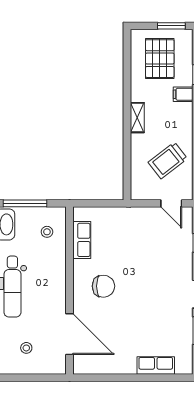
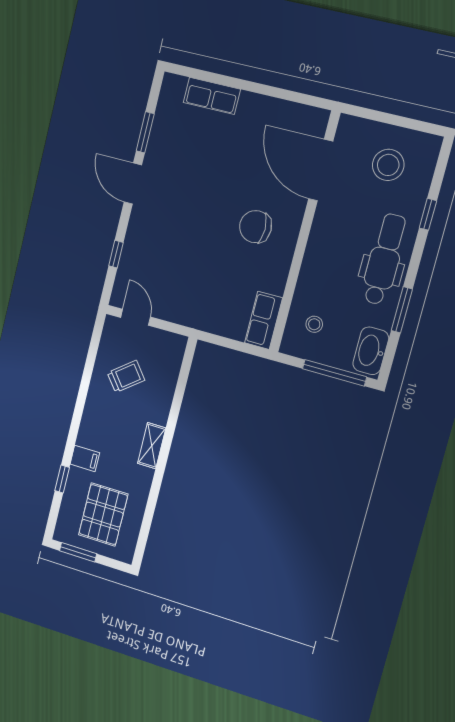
trolley: (168, 160) -> (126, 377), width x0.73, depth x0.72
row of seats: (82, 240) -> (264, 320), moved
stool: (26, 348) -> (388, 165), width x1.89, depth x1.89

